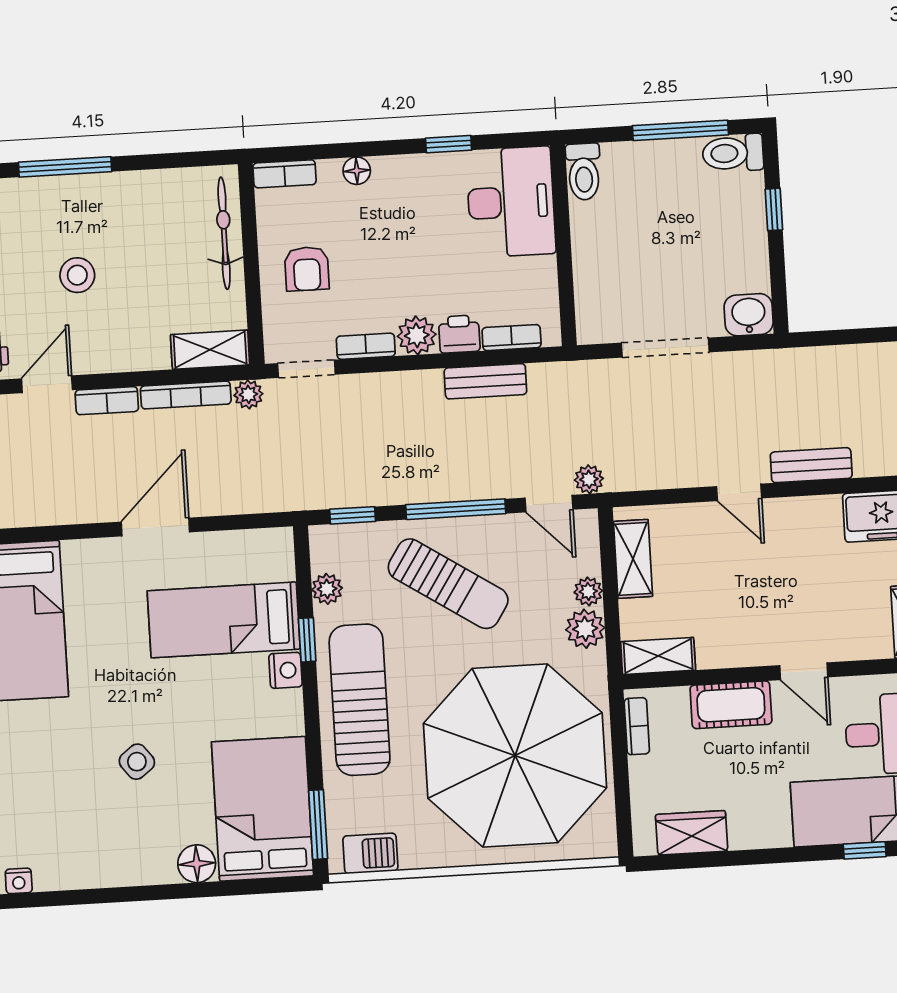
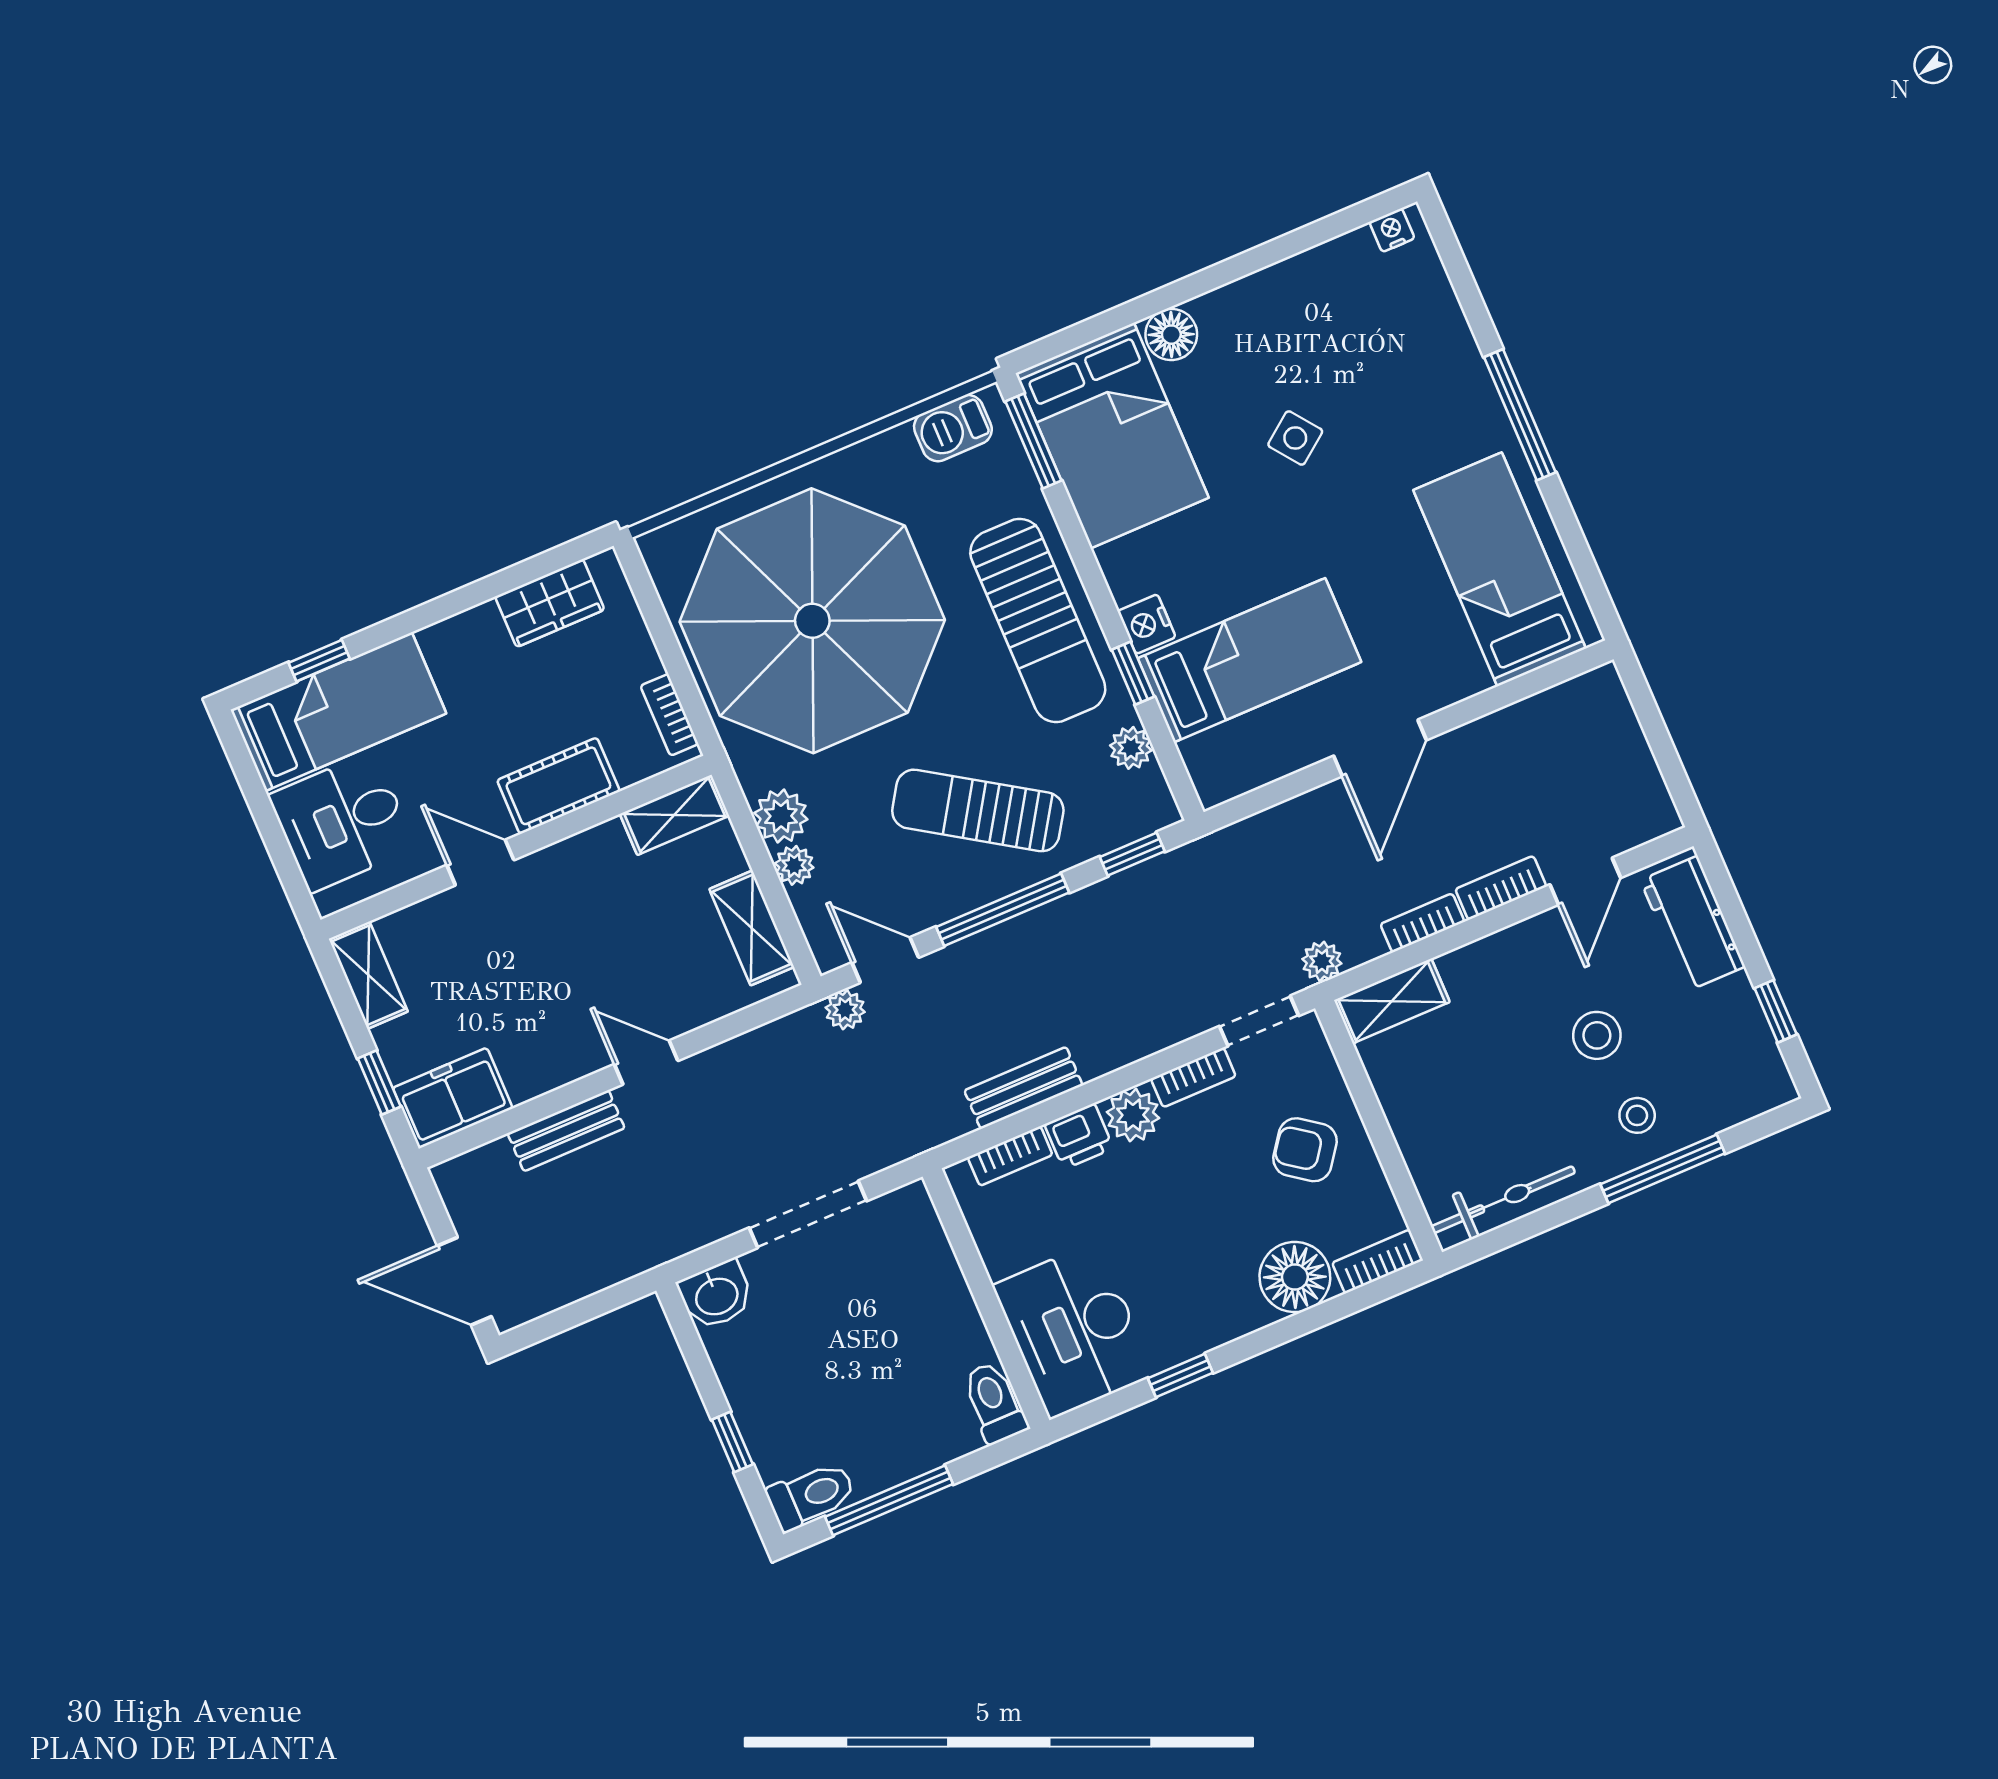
floor lamp: (357, 171) -> (1295, 1277), width x1.89, depth x1.89
stool: (69, 210) -> (1637, 1115), added
bicycle: (224, 233) -> (1503, 1200), moved, turned -90
armchair: (307, 269) -> (1305, 1150), turned -54
bookcase: (186, 395) -> (1422, 923), width x0.64

